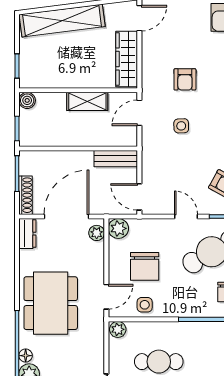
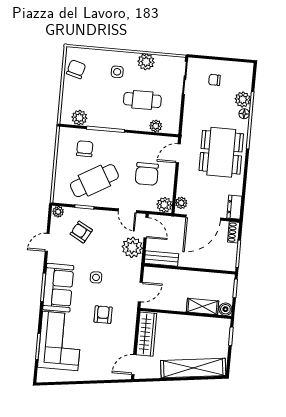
shelving: (87, 101) -> (202, 306), moved
side table: (181, 126) -> (96, 277), moved
plant: (155, 170) -> (132, 247), added
shoe rack: (26, 195) -> (234, 232), width x0.70
door: (186, 216) -> (127, 211), moved
chair: (145, 266) -> (147, 174), turned 180
side table: (145, 305) -> (149, 144), removed
plant: (118, 329) -> (156, 126), moved

